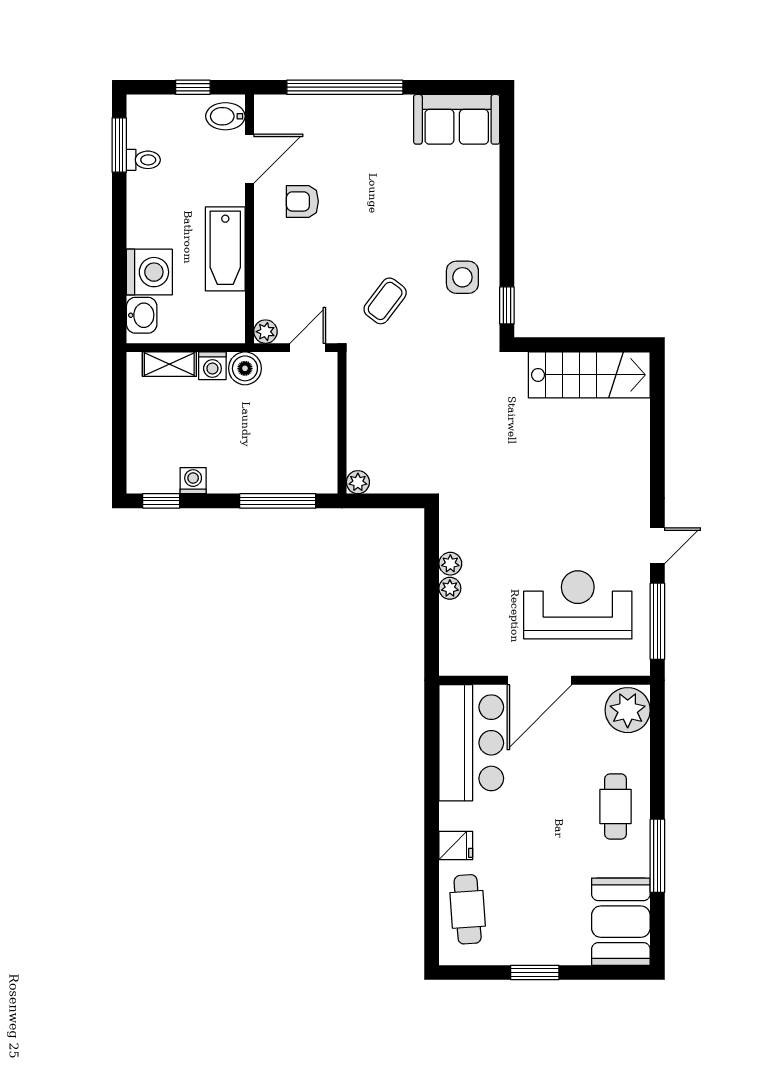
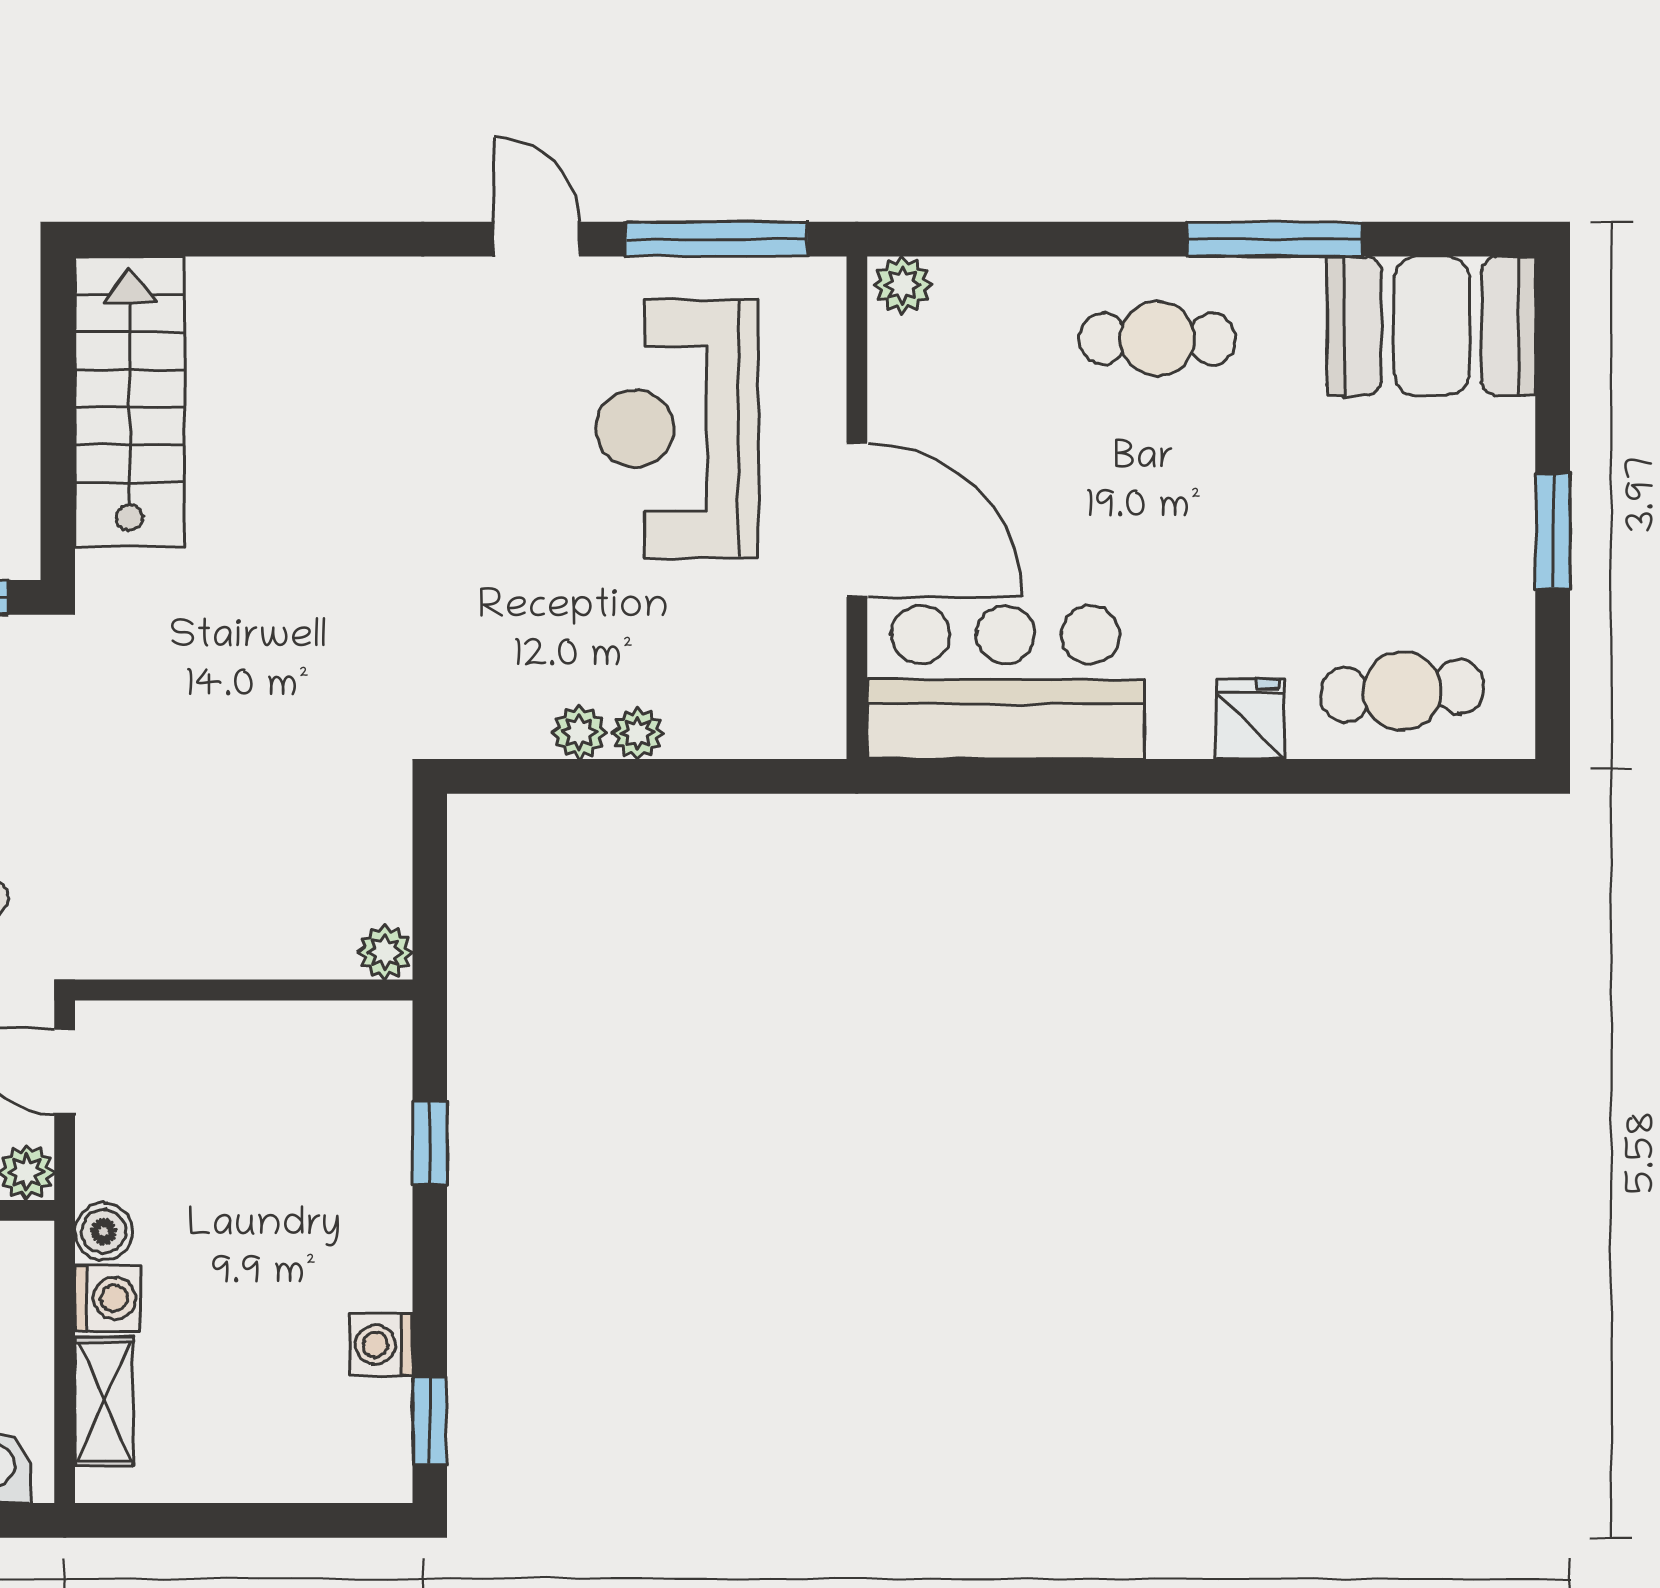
boiler: (245, 368) -> (104, 1231), width x0.73, depth x0.73
window: (278, 501) -> (430, 1143), width x0.46
plant: (628, 710) -> (903, 285), width x0.53, depth x0.53

